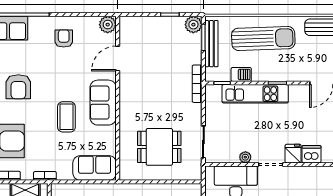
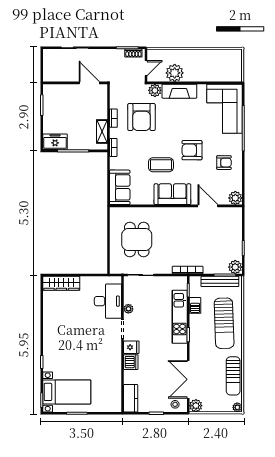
armchair: (18, 87) -> (192, 150), moved

